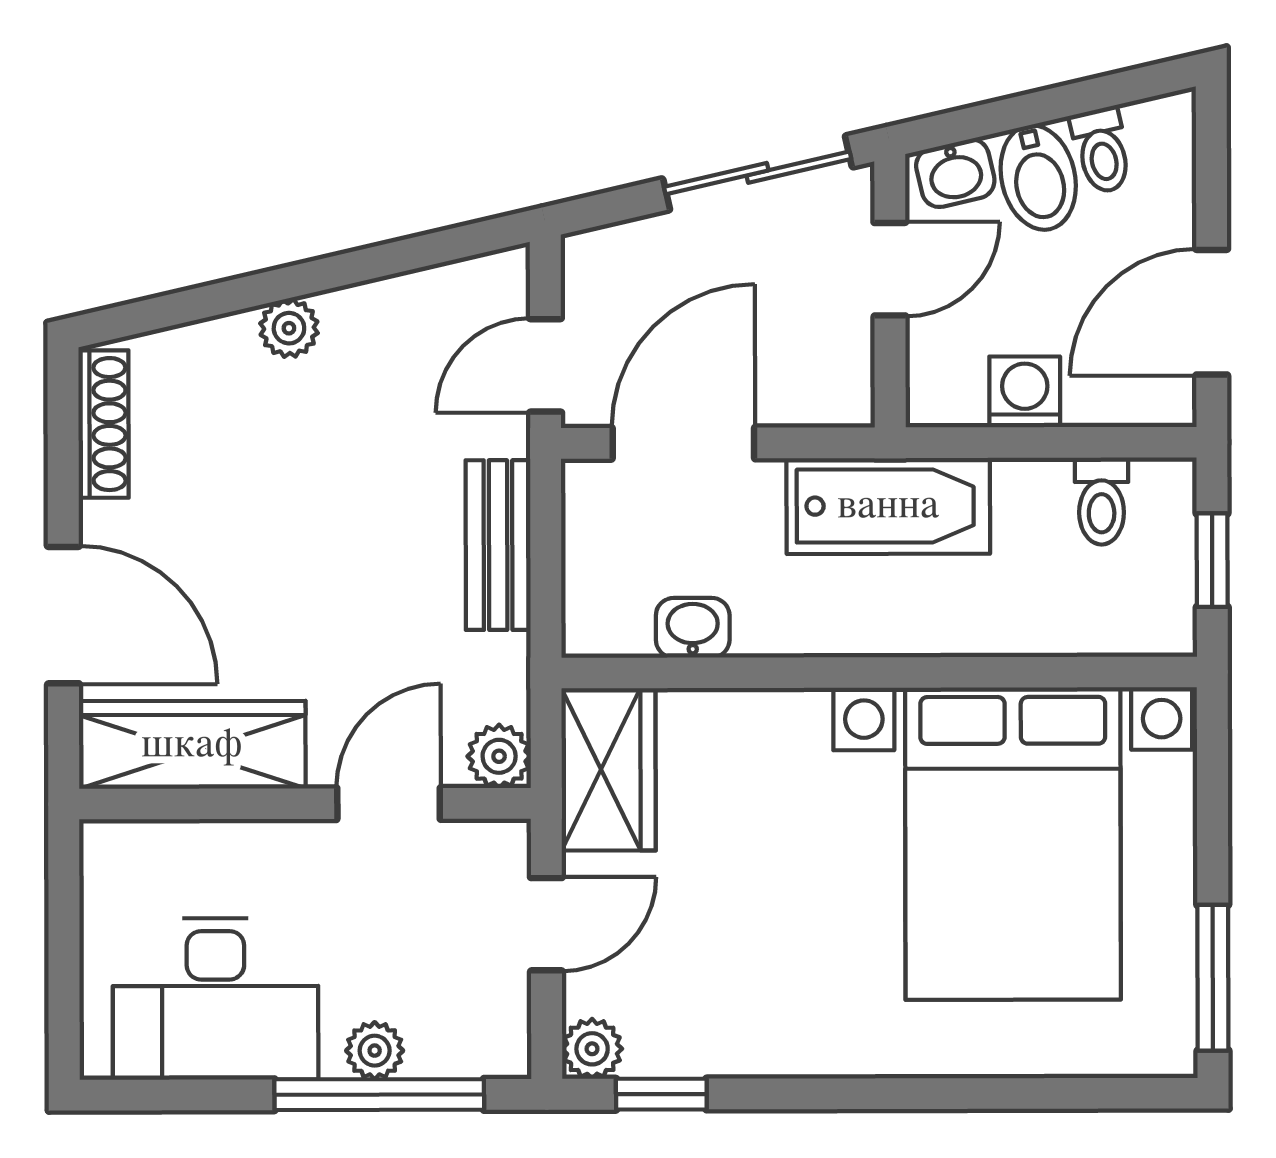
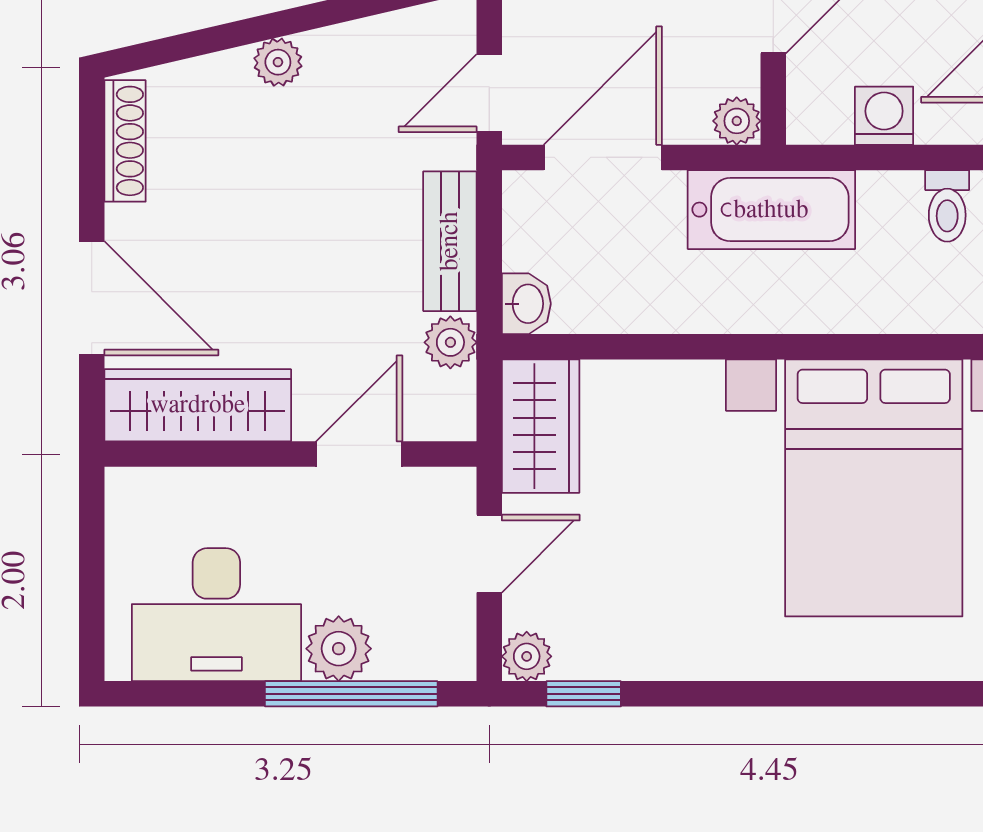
plant: (846, 399) -> (737, 121), added
washbasin: (693, 628) -> (526, 304), moved, turned 90
plant: (499, 756) -> (450, 342), moved
plant: (375, 1051) -> (339, 649), width x1.38, depth x1.38

